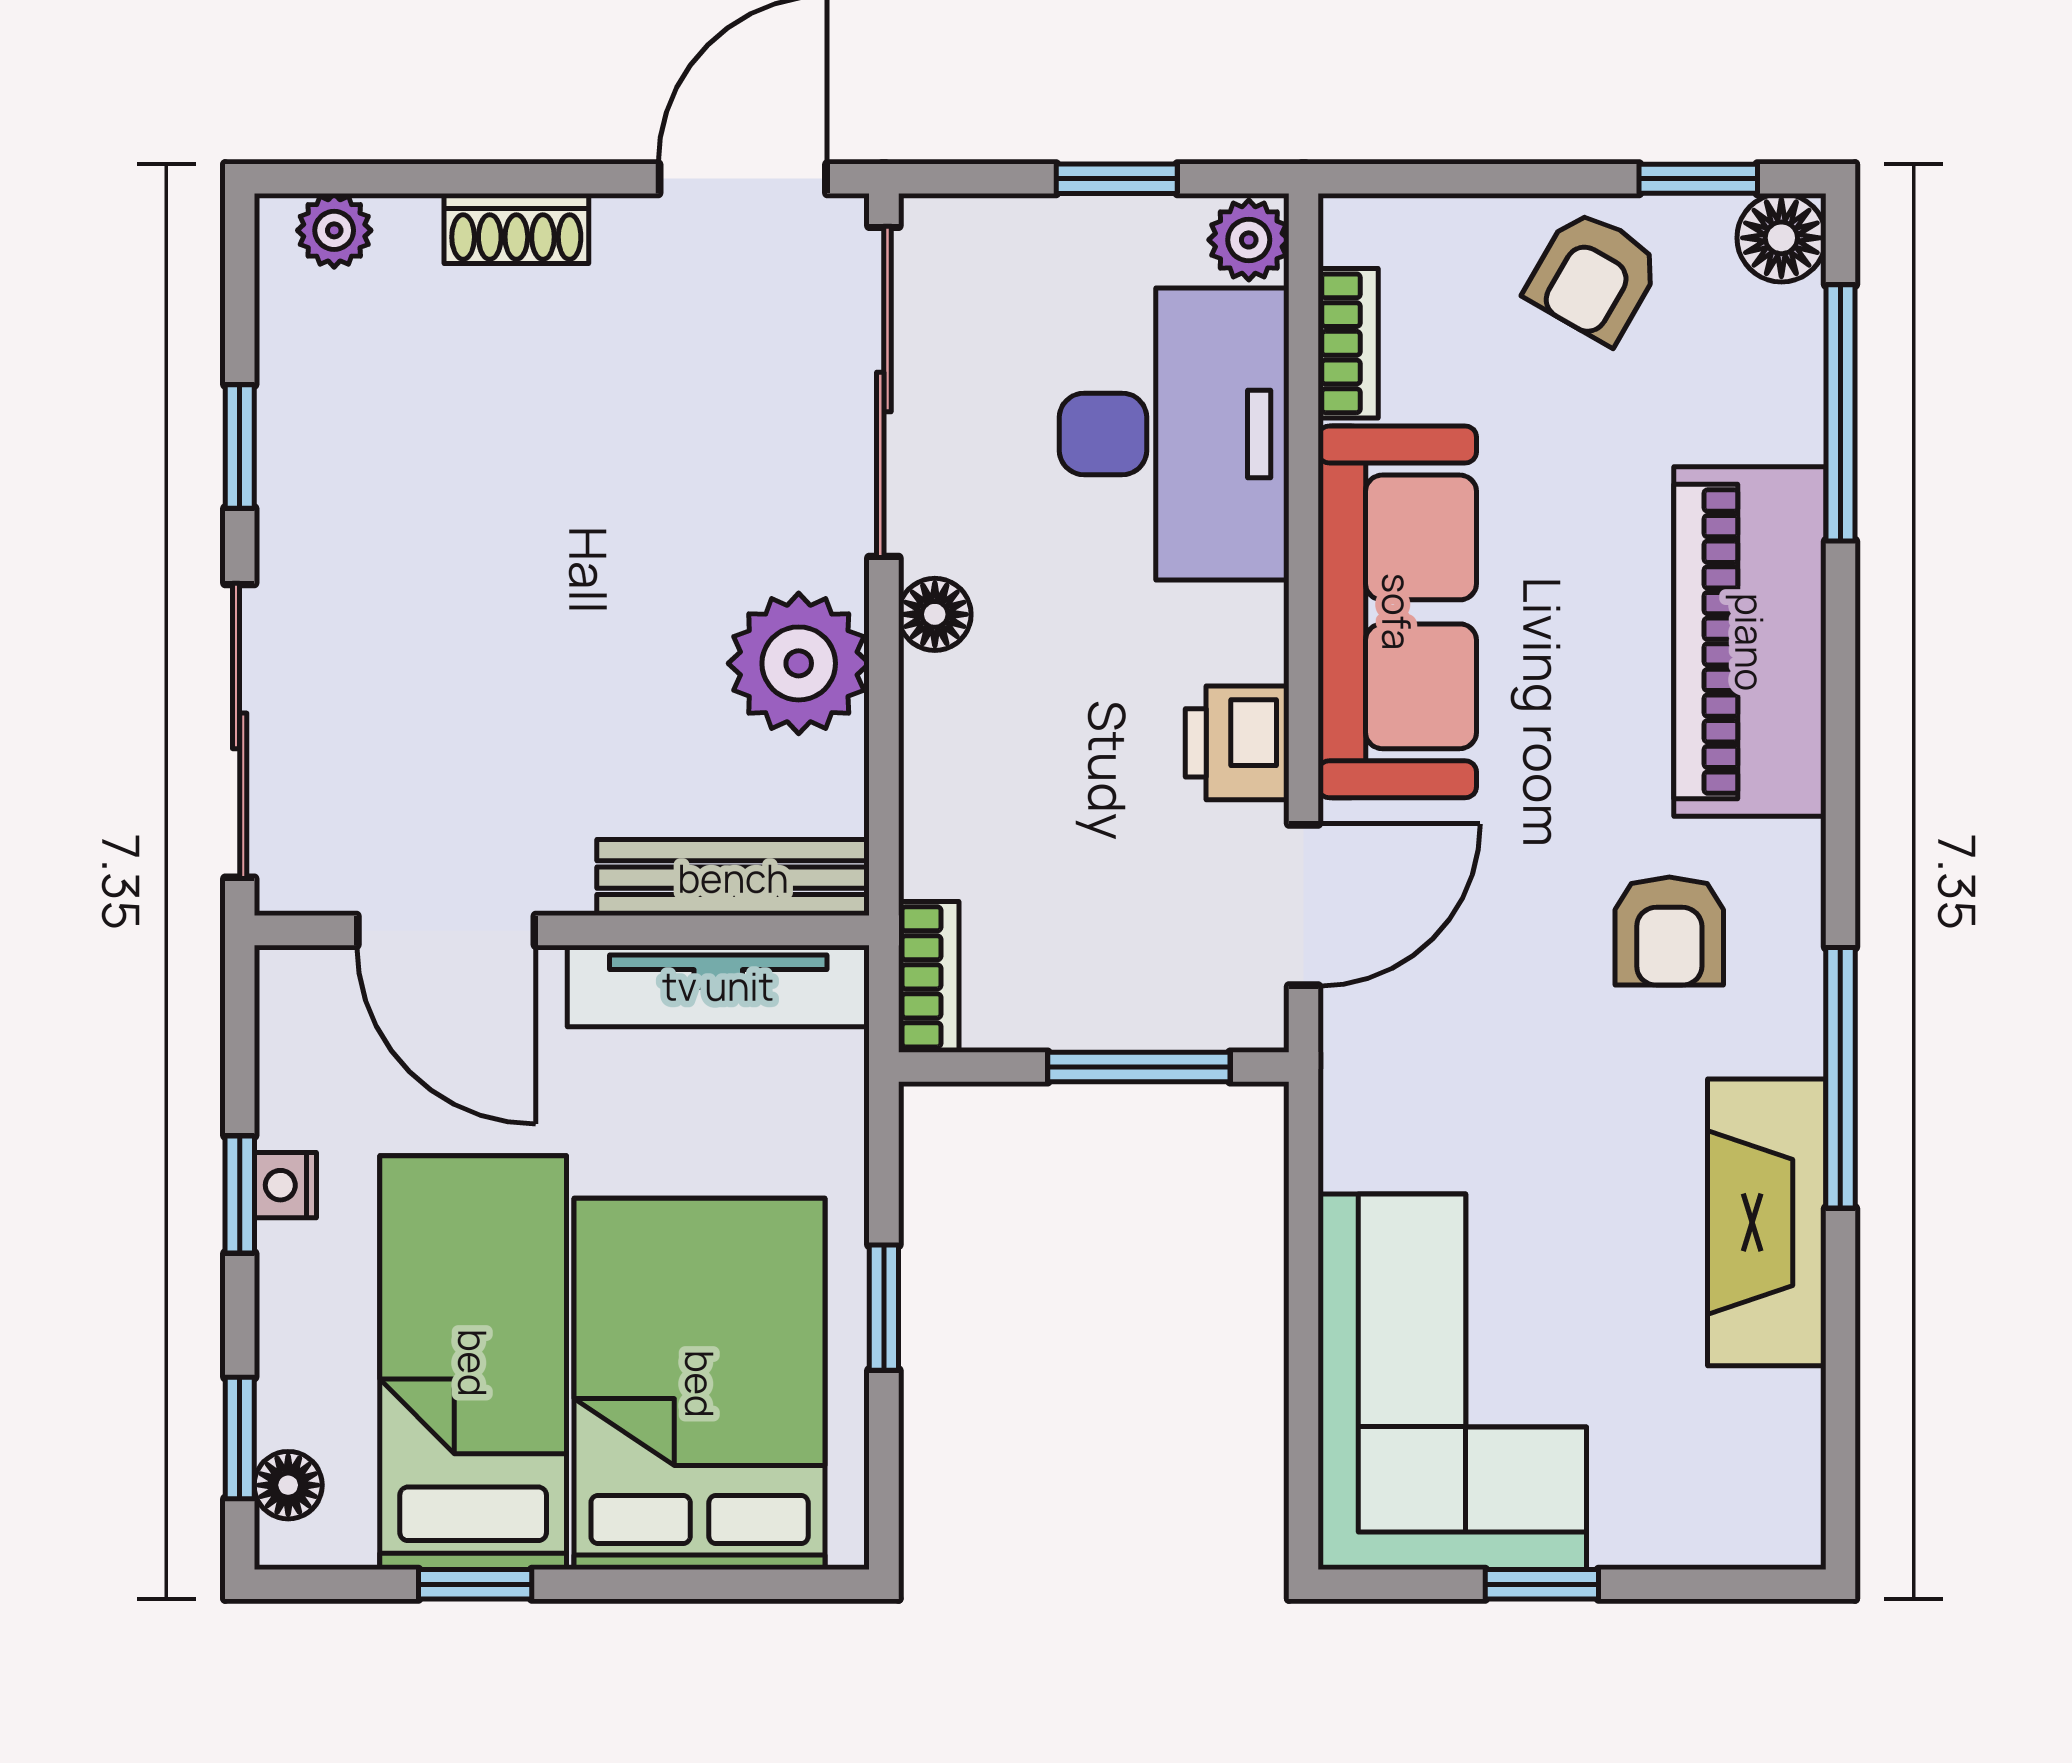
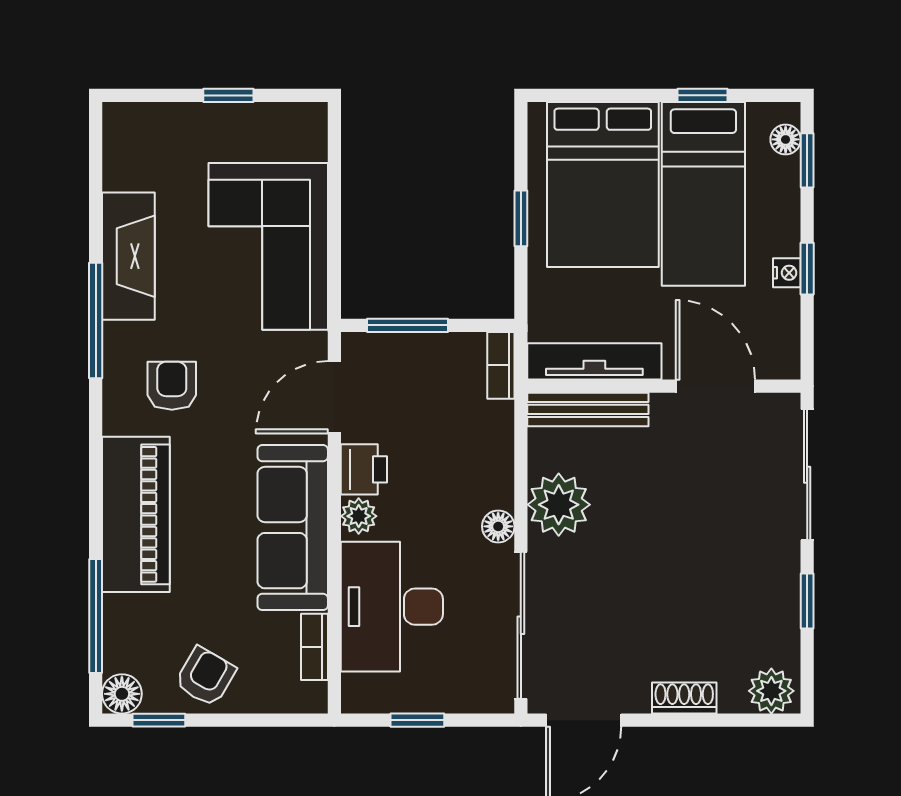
plant: (334, 230) -> (771, 691), width x1.38, depth x1.38
plant: (1249, 240) -> (359, 516), moved
corner sofa: (1452, 1382) -> (268, 246), moved

